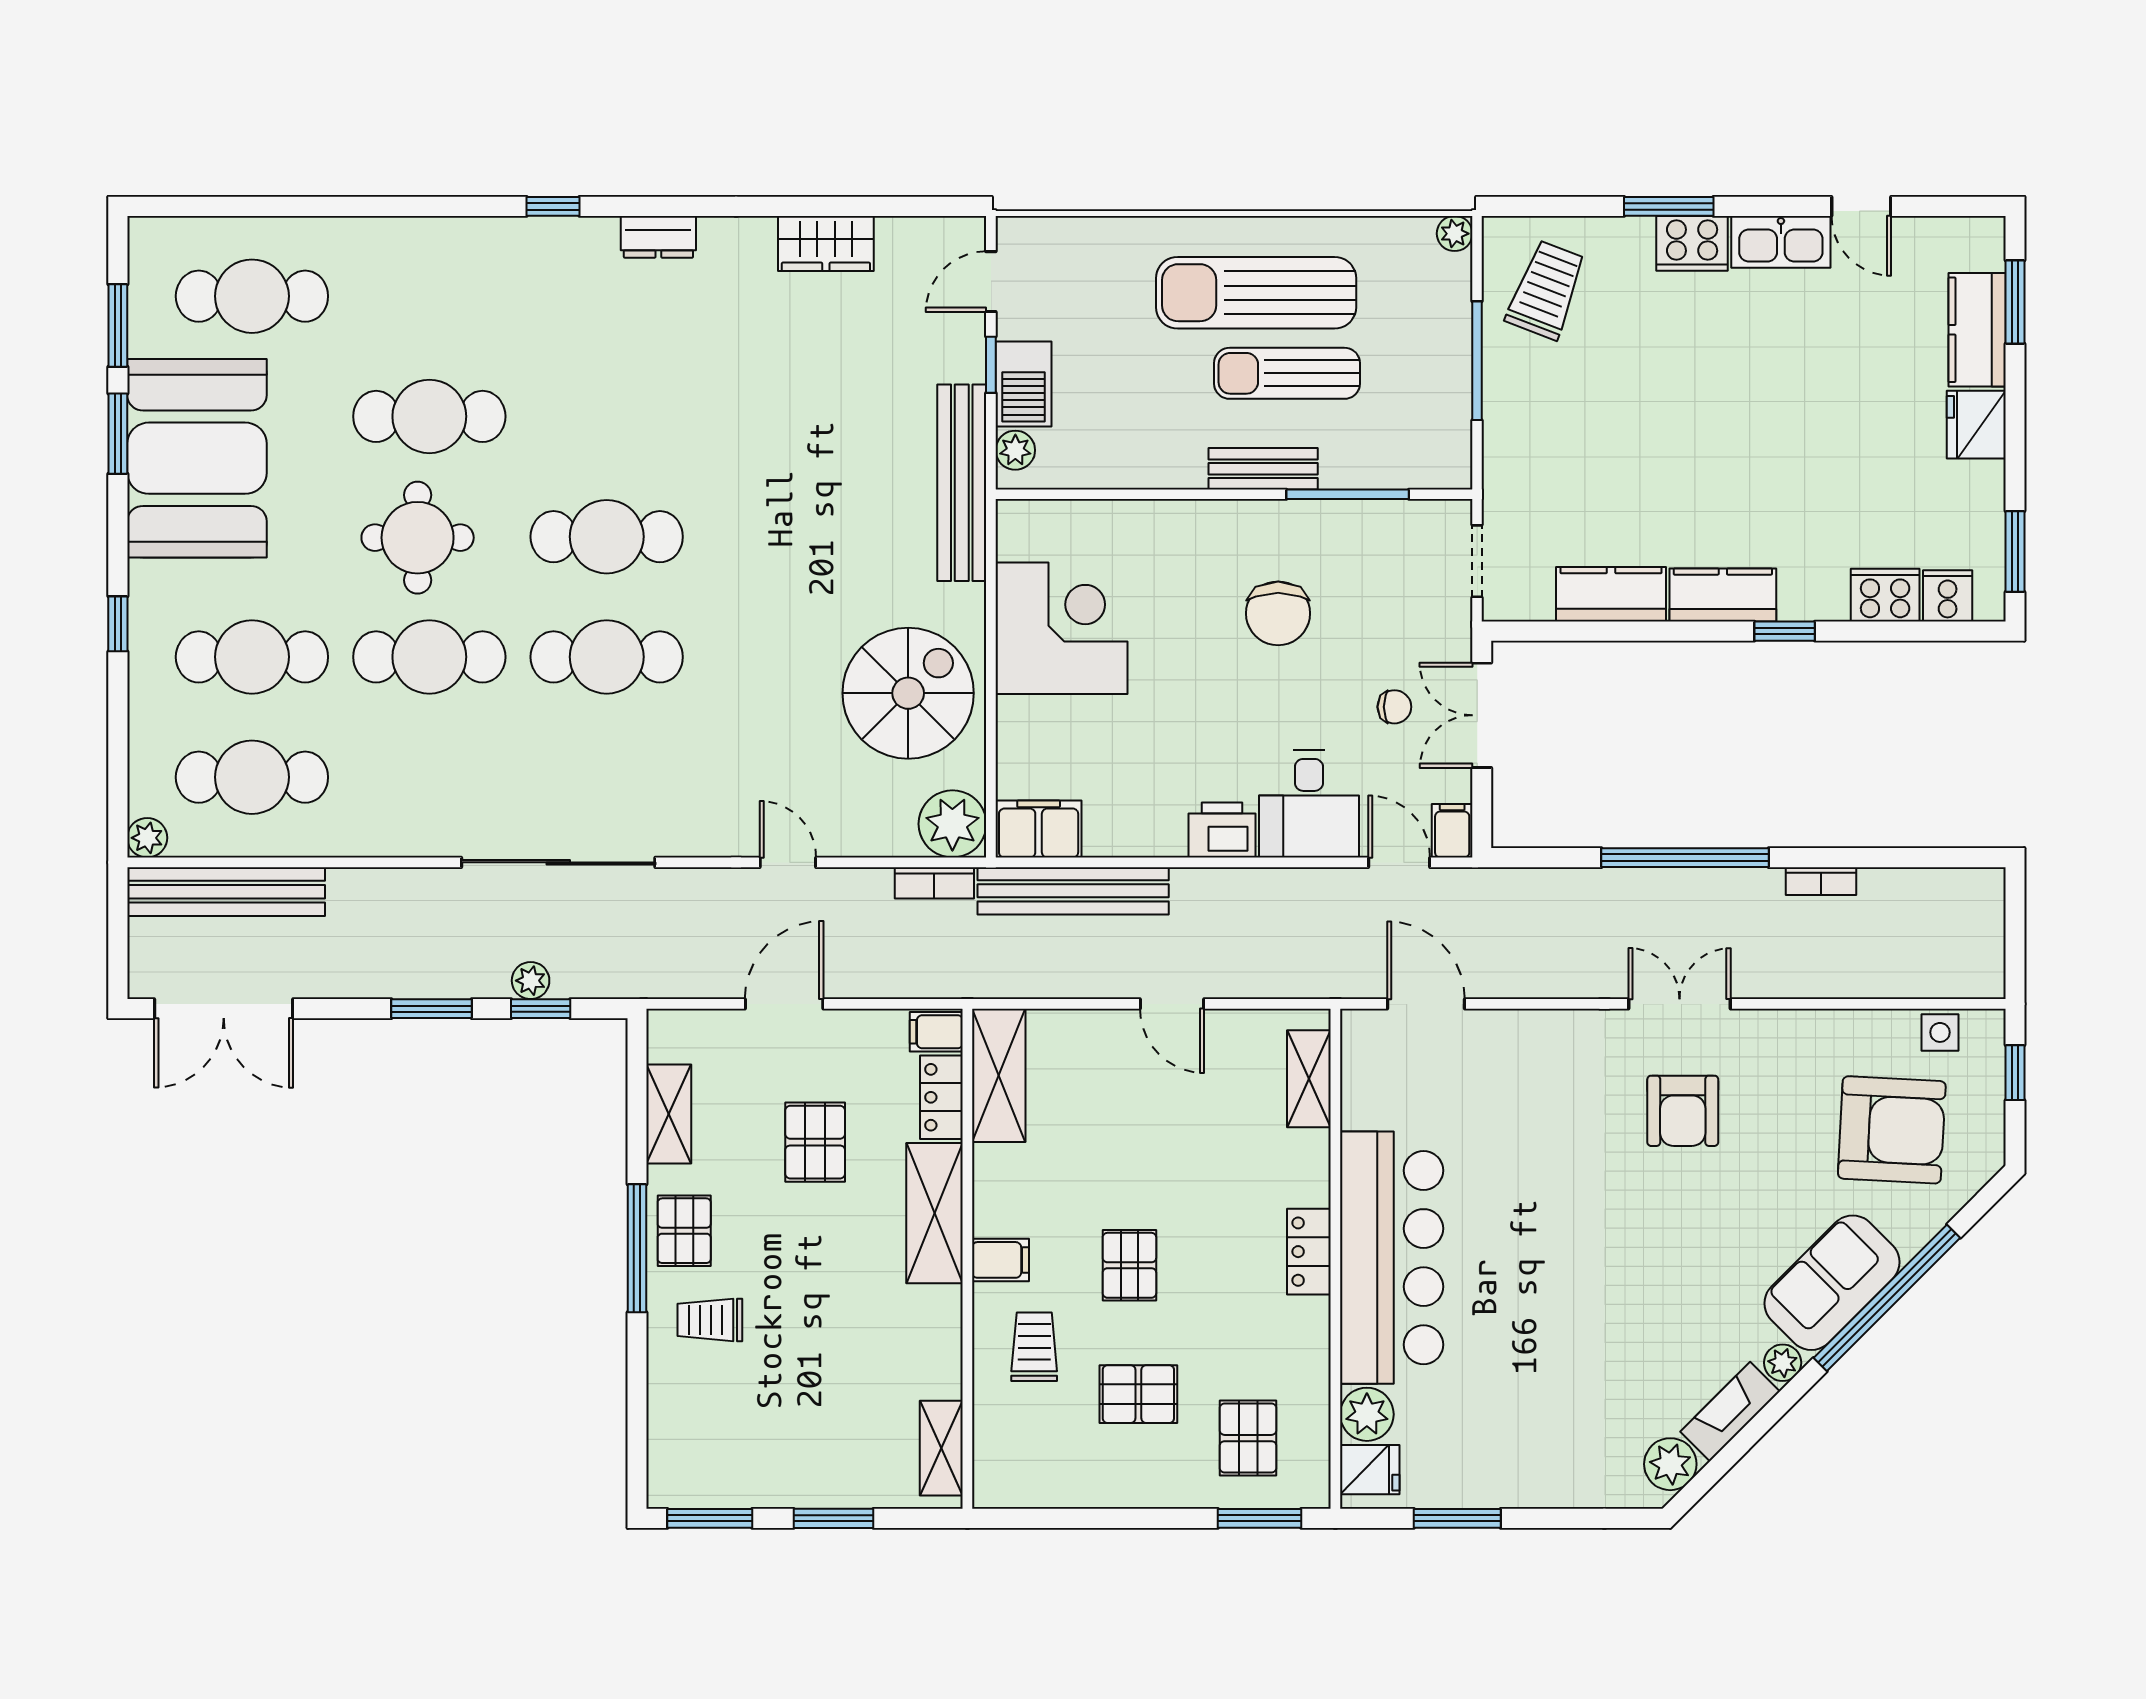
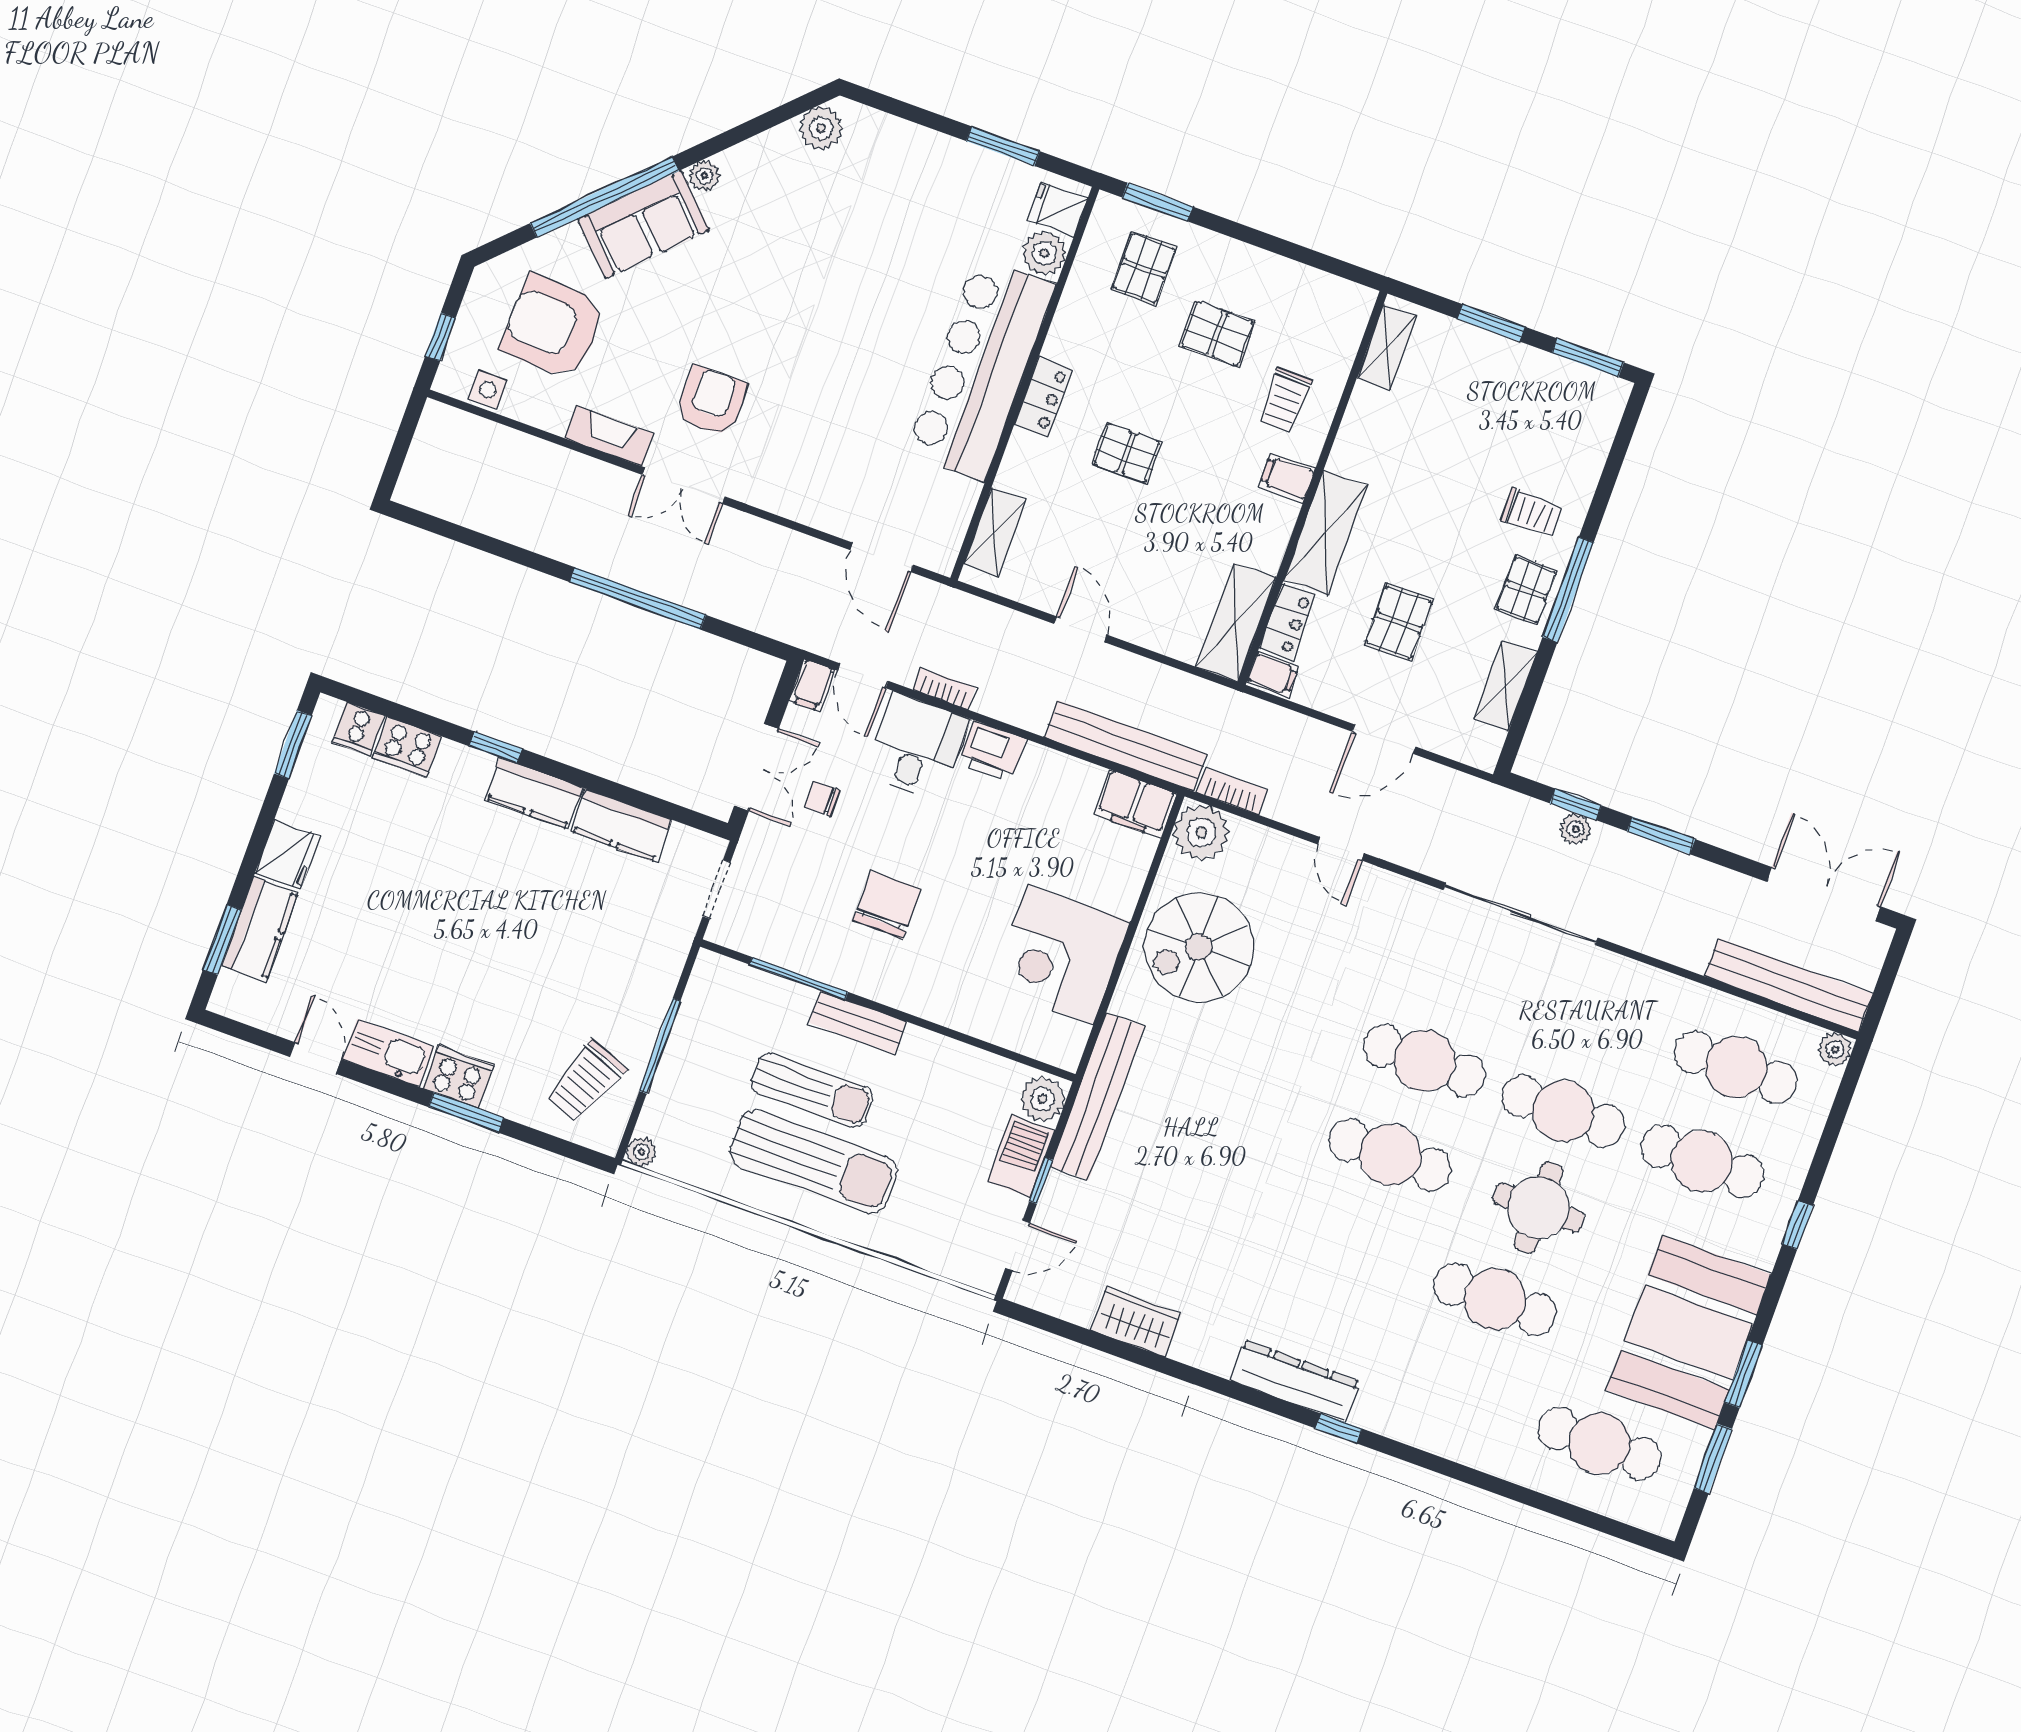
dresser: (658, 237) -> (1295, 1381), width x1.96, depth x1.24
plant: (1015, 450) -> (1043, 1099), width x1.38, depth x1.38
bookcase: (1821, 881) -> (944, 689), moved
pallet: (1129, 1265) -> (1127, 453), moved, turned 90
fireplace: (1730, 1412) -> (609, 436), moved, turned -135

